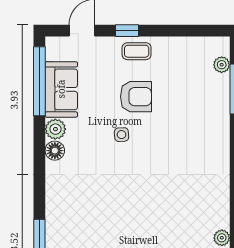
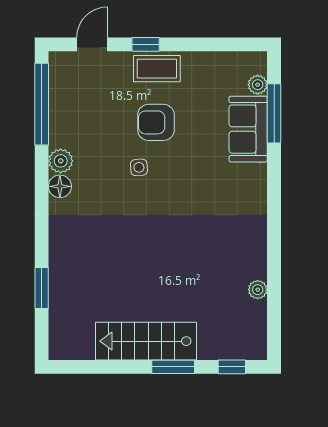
coffee table: (137, 51) -> (157, 69), width x1.36, depth x1.30
sofa: (61, 89) -> (248, 129), moved, turned 180
armchair: (136, 97) -> (156, 122), turned 180

